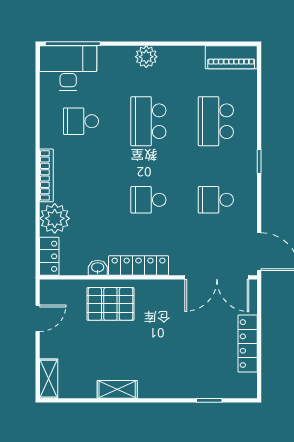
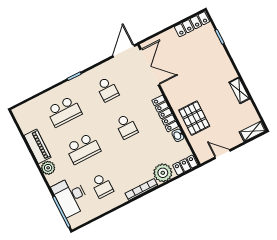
piano: (231, 57) -> (38, 146), moved
desk: (68, 68) -> (71, 196), moved
locker: (248, 344) -> (192, 24), moved

